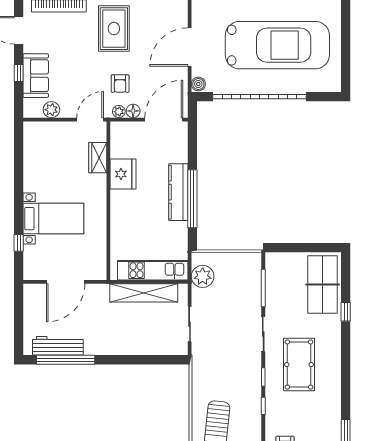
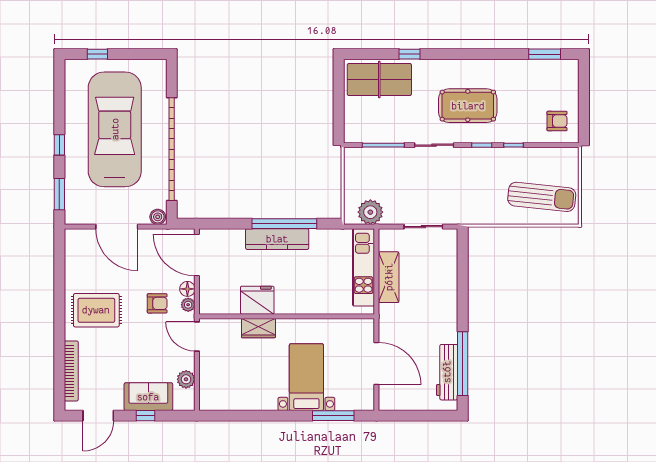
window: (346, 30) -> (97, 54), added
wardrobe: (98, 158) -> (258, 328), moved
window: (19, 243) -> (333, 416), width x2.17
shelving: (144, 293) -> (389, 277), width x0.68

